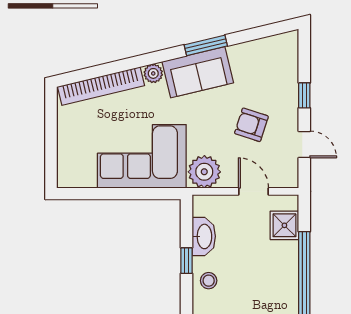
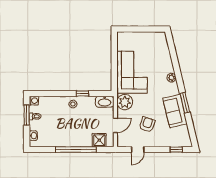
sofa: (198, 72) -> (175, 111), moved
bookcase: (101, 86) -> (165, 53), removed
window: (304, 95) -> (176, 150), moved
washbasin: (204, 236) -> (105, 102), moved

